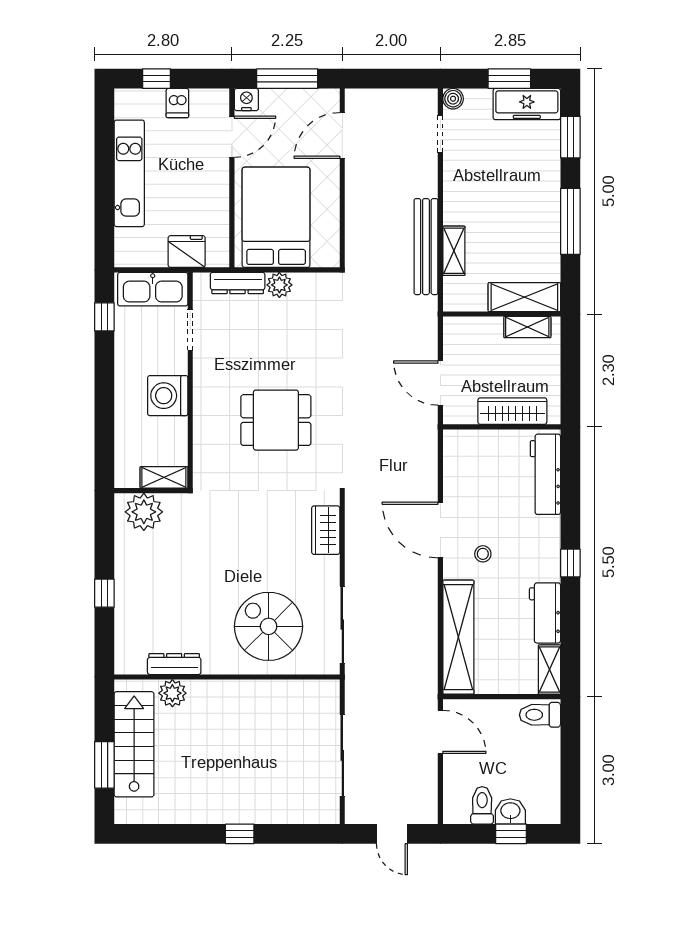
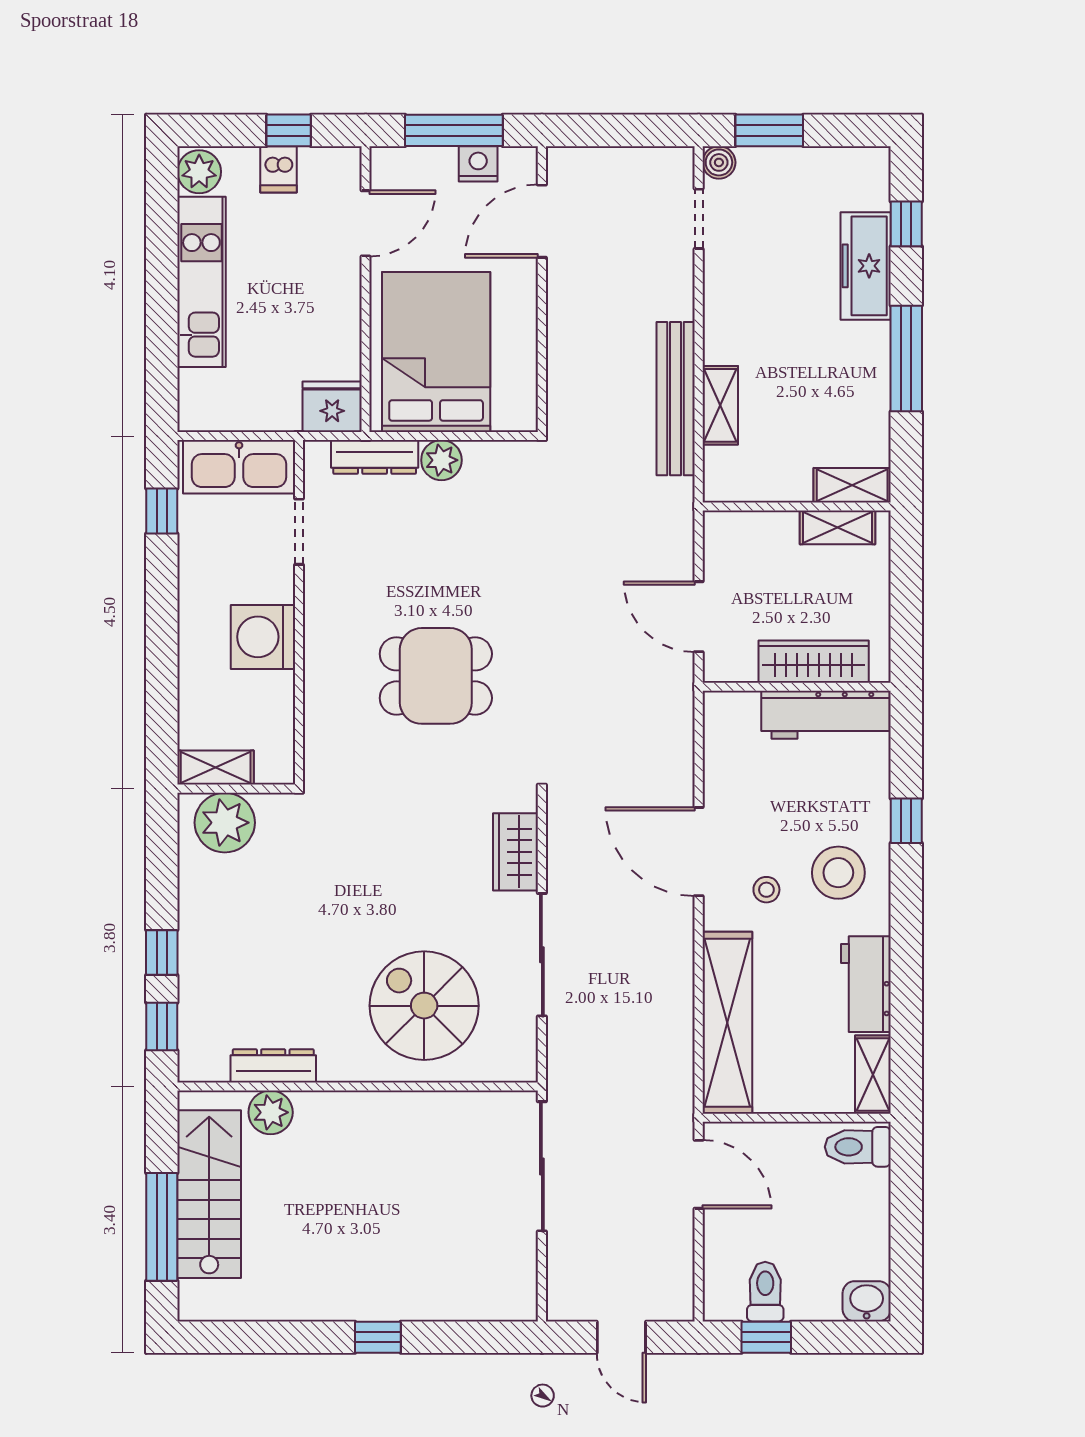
window: (157, 79) -> (289, 130), moved
window: (509, 79) -> (769, 130), moved
nightstand: (246, 100) -> (478, 164), moved
plant: (128, 104) -> (199, 172), added
freezer: (527, 104) -> (866, 266), moved, turned 90
window: (570, 137) -> (906, 224), width x0.67
fridge: (187, 252) -> (332, 407), moved
shelving: (524, 297) -> (852, 485), width x0.67, depth x0.75
workbench: (545, 474) -> (826, 715), moved, turned -90
shelving: (164, 477) -> (216, 768), moved
stool: (528, 543) -> (838, 873), added
window: (570, 563) -> (906, 821), moved
sliding door: (342, 625) -> (542, 955), moved
window: (104, 639) -> (162, 1027), added
sliding door: (342, 755) -> (542, 1166), moved
window: (104, 765) -> (162, 1227), width x1.44
washbasin: (510, 811) -> (867, 1301), moved
window: (511, 834) -> (766, 1337), moved

